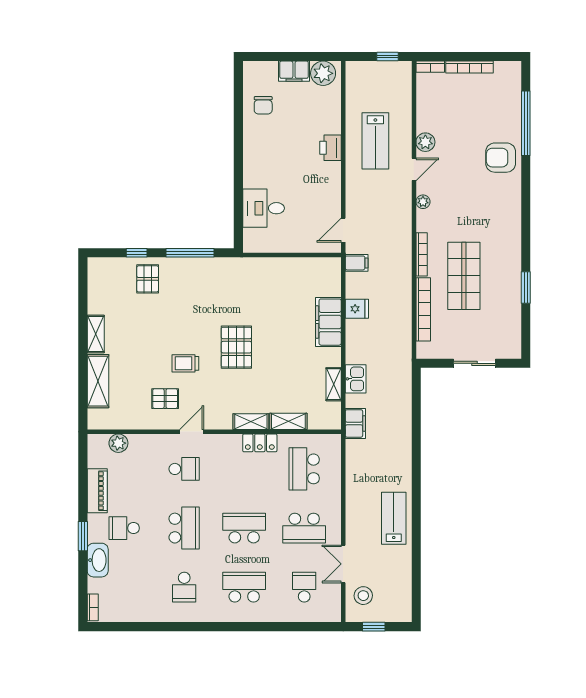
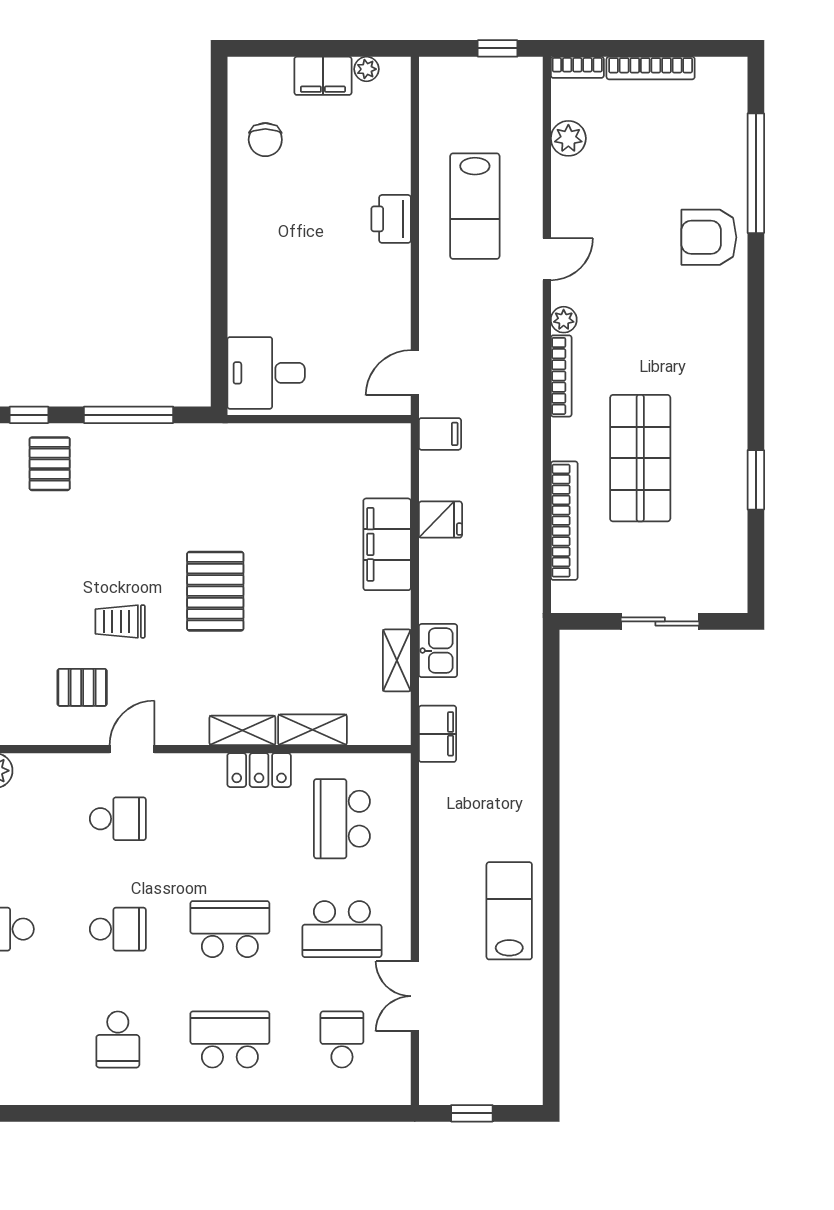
plant: (323, 73) -> (366, 69), width x0.53, depth x0.53
plant: (425, 142) -> (568, 138), moved
desk: (264, 208) -> (266, 373), moved
bookcase: (422, 254) -> (561, 376), moved
school desk: (184, 528) -> (118, 929), width x0.54
stool: (363, 596) -> (452, 1055), removed

